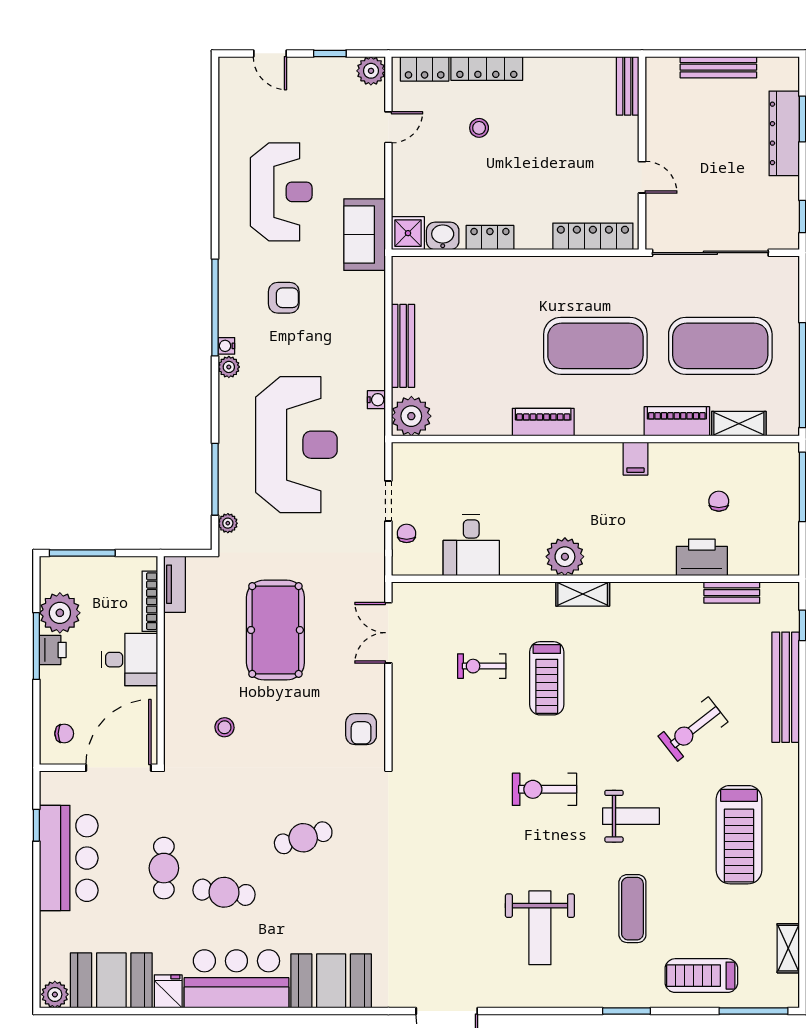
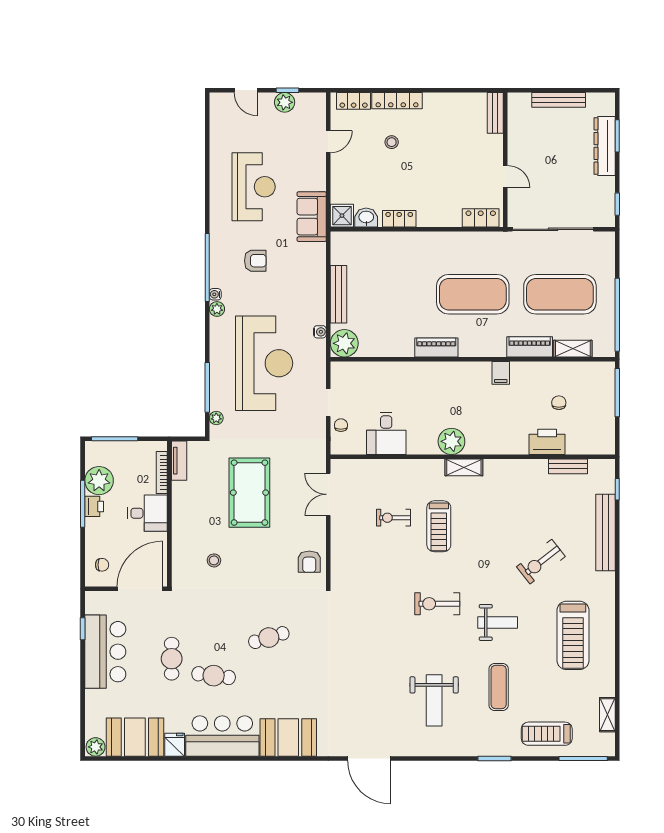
plant: (371, 71) -> (285, 102), moved
locker: (593, 236) -> (481, 218), width x0.66

